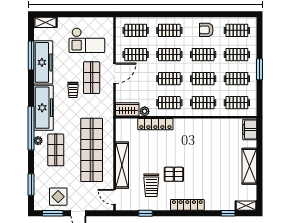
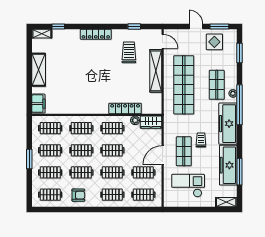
pallet: (174, 174) -> (108, 62), removed

